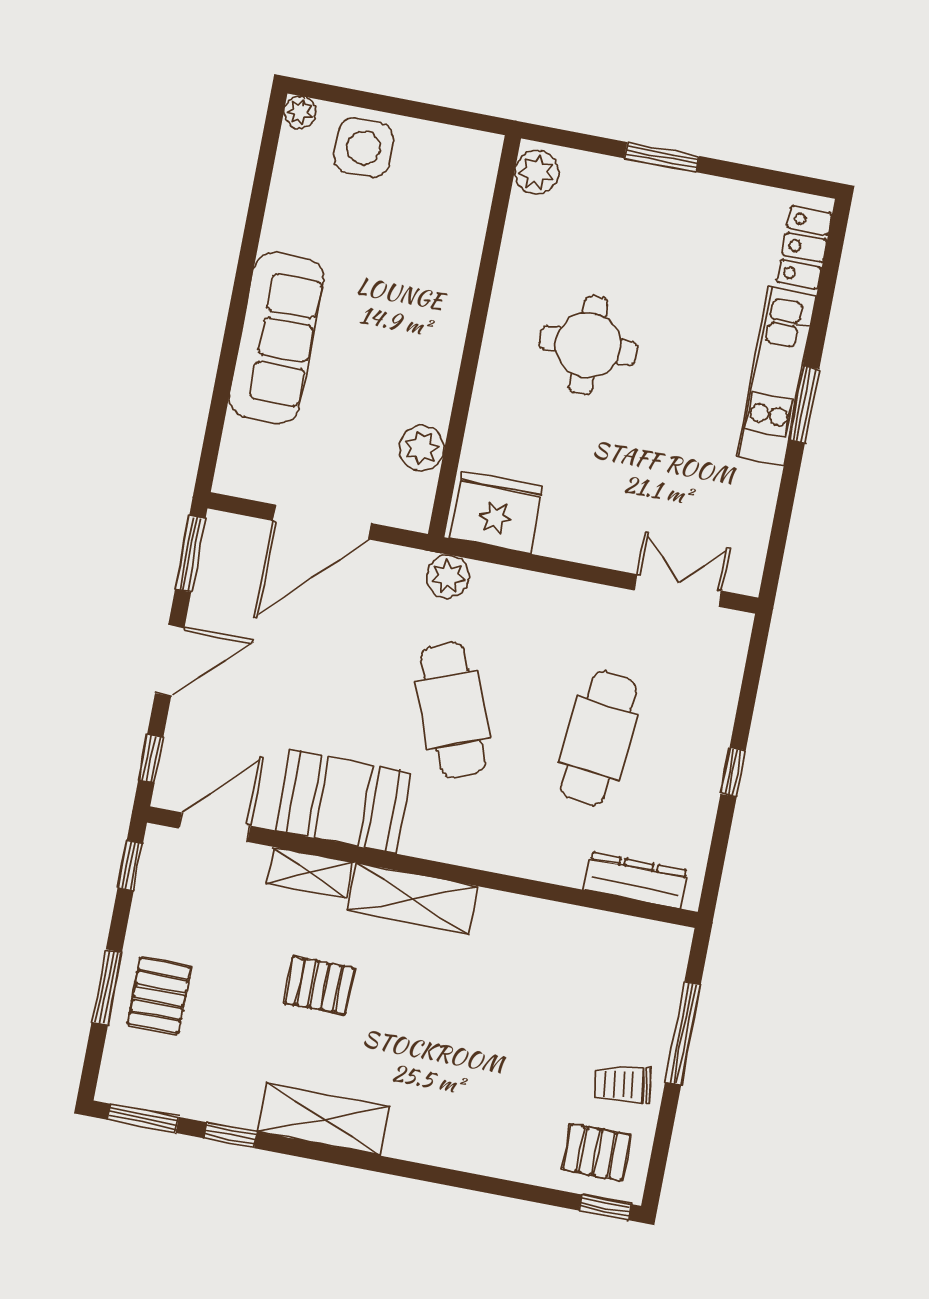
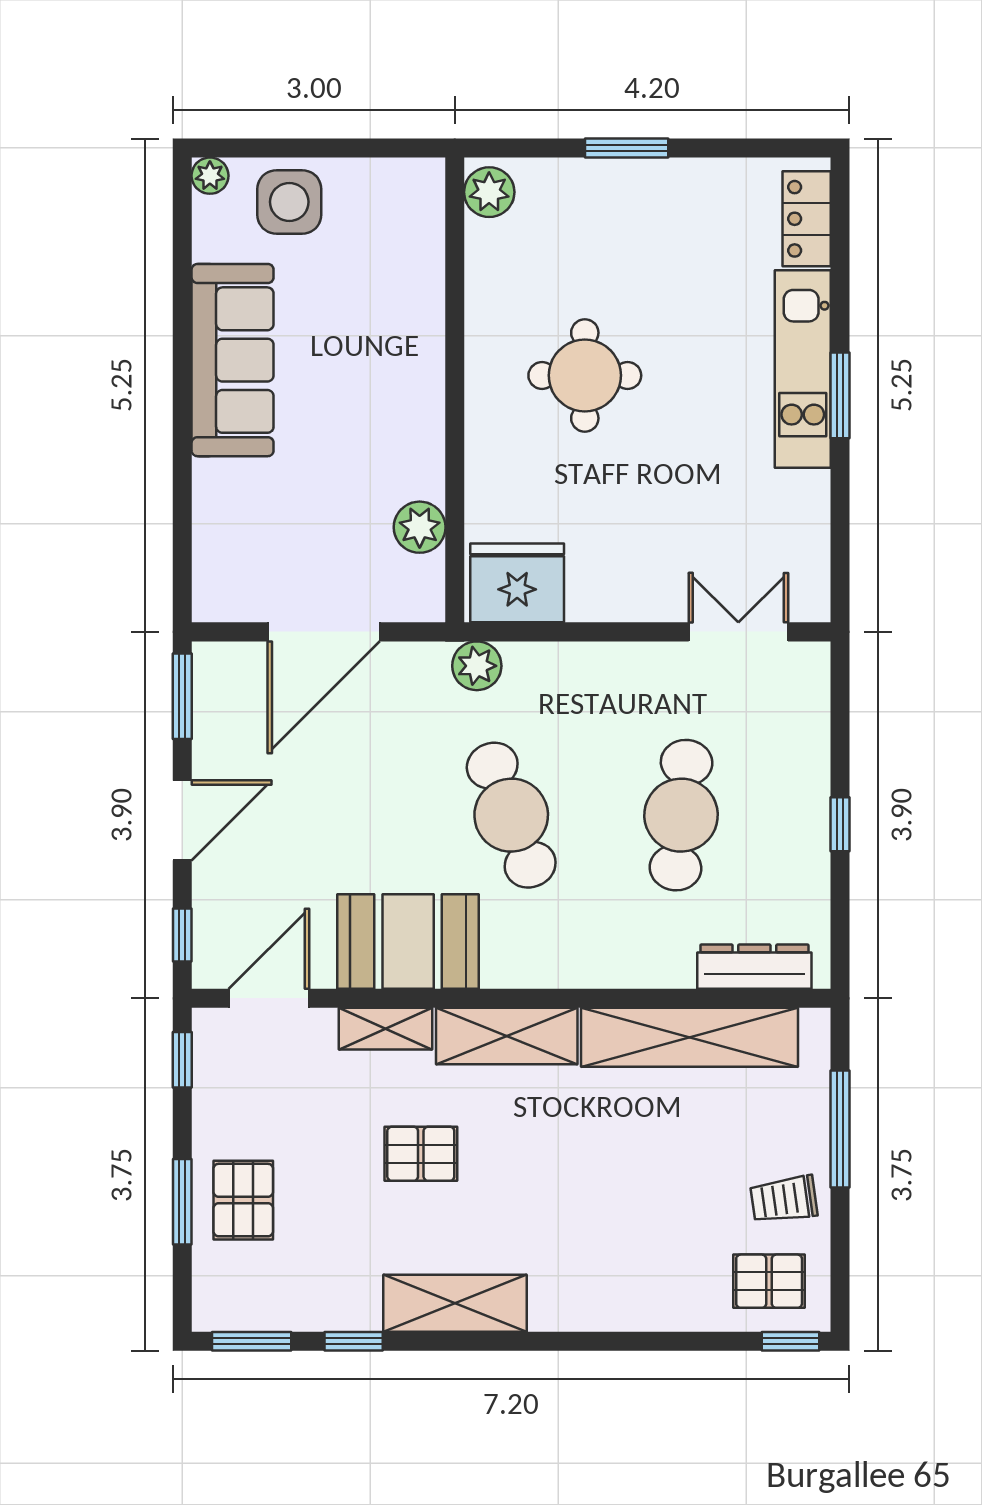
sofa: (277, 338) -> (233, 360), moved
shelving: (569, 930) -> (689, 1037), added

